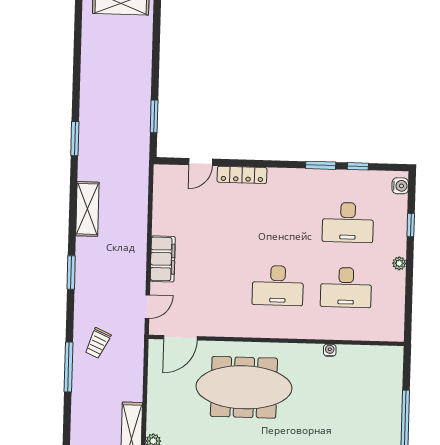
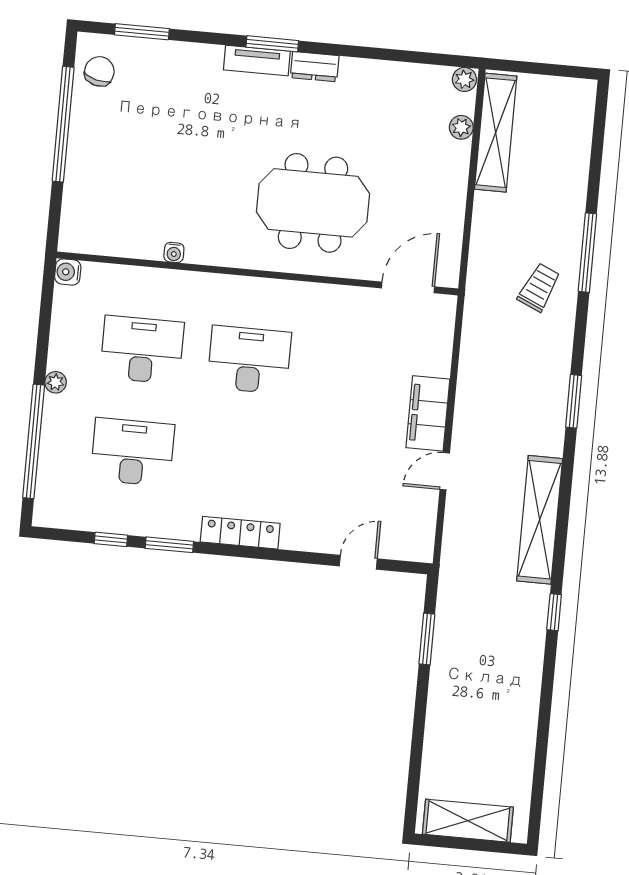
window: (75, 139) -> (554, 612), width x0.67
locker: (242, 175) -> (240, 533), moved
water cooler: (400, 186) -> (68, 272), moved
shelving: (87, 209) -> (540, 520), width x1.47
window: (411, 225) -> (34, 441), width x3.17
door: (147, 307) -> (445, 471), moved
meeting table: (244, 387) -> (313, 203), width x0.73

